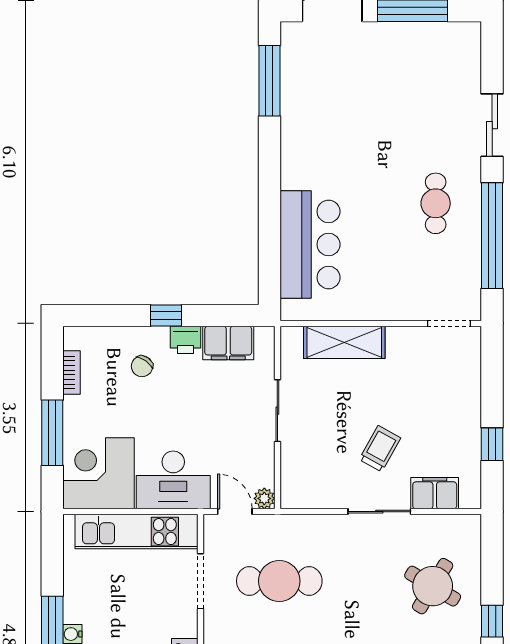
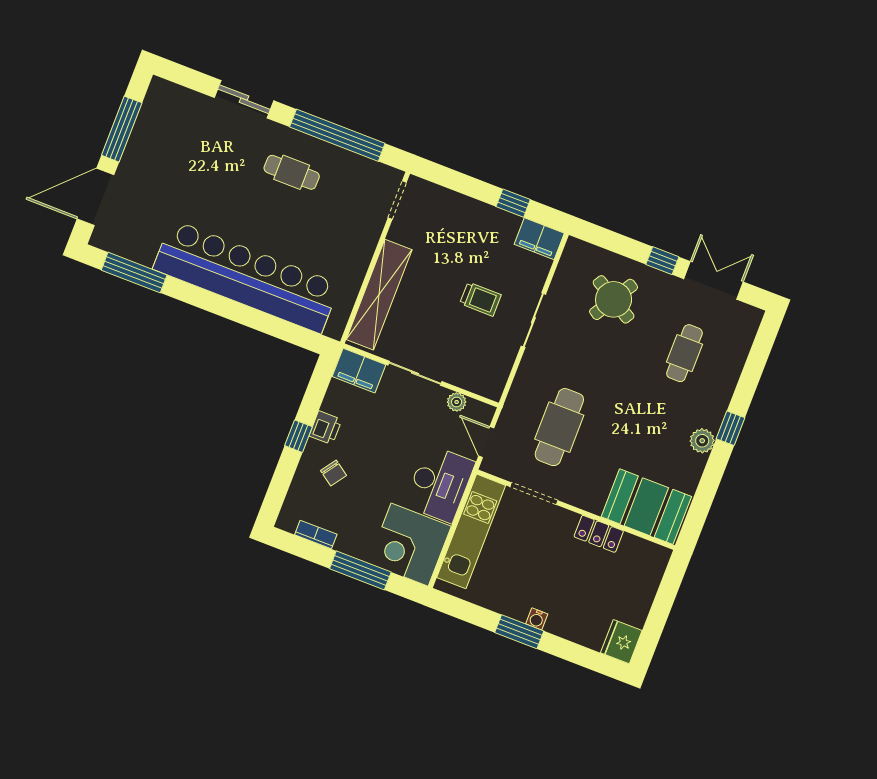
bar counter: (310, 244) -> (246, 277), width x1.86
shelving: (344, 342) -> (379, 295), width x1.47
filing cabinet: (228, 343) -> (359, 371), moved, turned 90
trolley: (380, 449) -> (480, 299), turned 151
filing cabinet: (435, 493) -> (539, 239), moved, turned -90
plant: (264, 498) -> (457, 402), moved
door: (235, 512) -> (486, 442), hinge flipped

